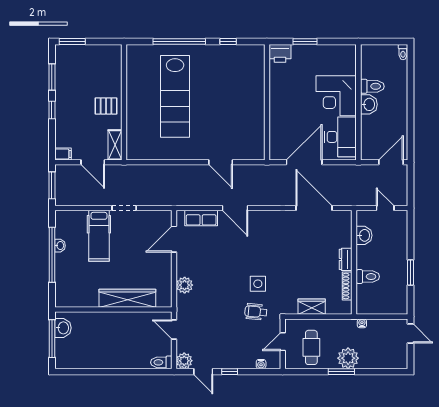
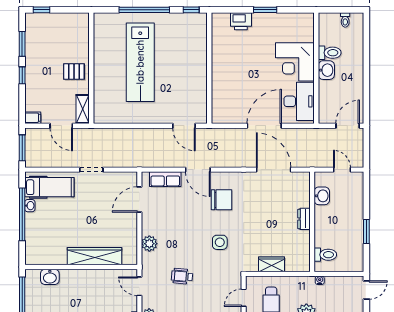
window: (72, 42) -> (42, 10), width x0.67
toilet: (403, 52) -> (345, 20), moved
wall: (267, 102) -> (209, 68), moved
hospital bed: (99, 236) -> (49, 187), moved, turned -90
chair: (260, 239) -> (221, 200), added
toilet: (368, 277) -> (325, 255), moved
shoe rack: (347, 286) -> (305, 244), removed
wheelchair: (256, 312) -> (182, 276), moved
washbasin: (63, 328) -> (50, 277), moved, turned 90
door: (411, 334) -> (366, 290), hinge flipped

